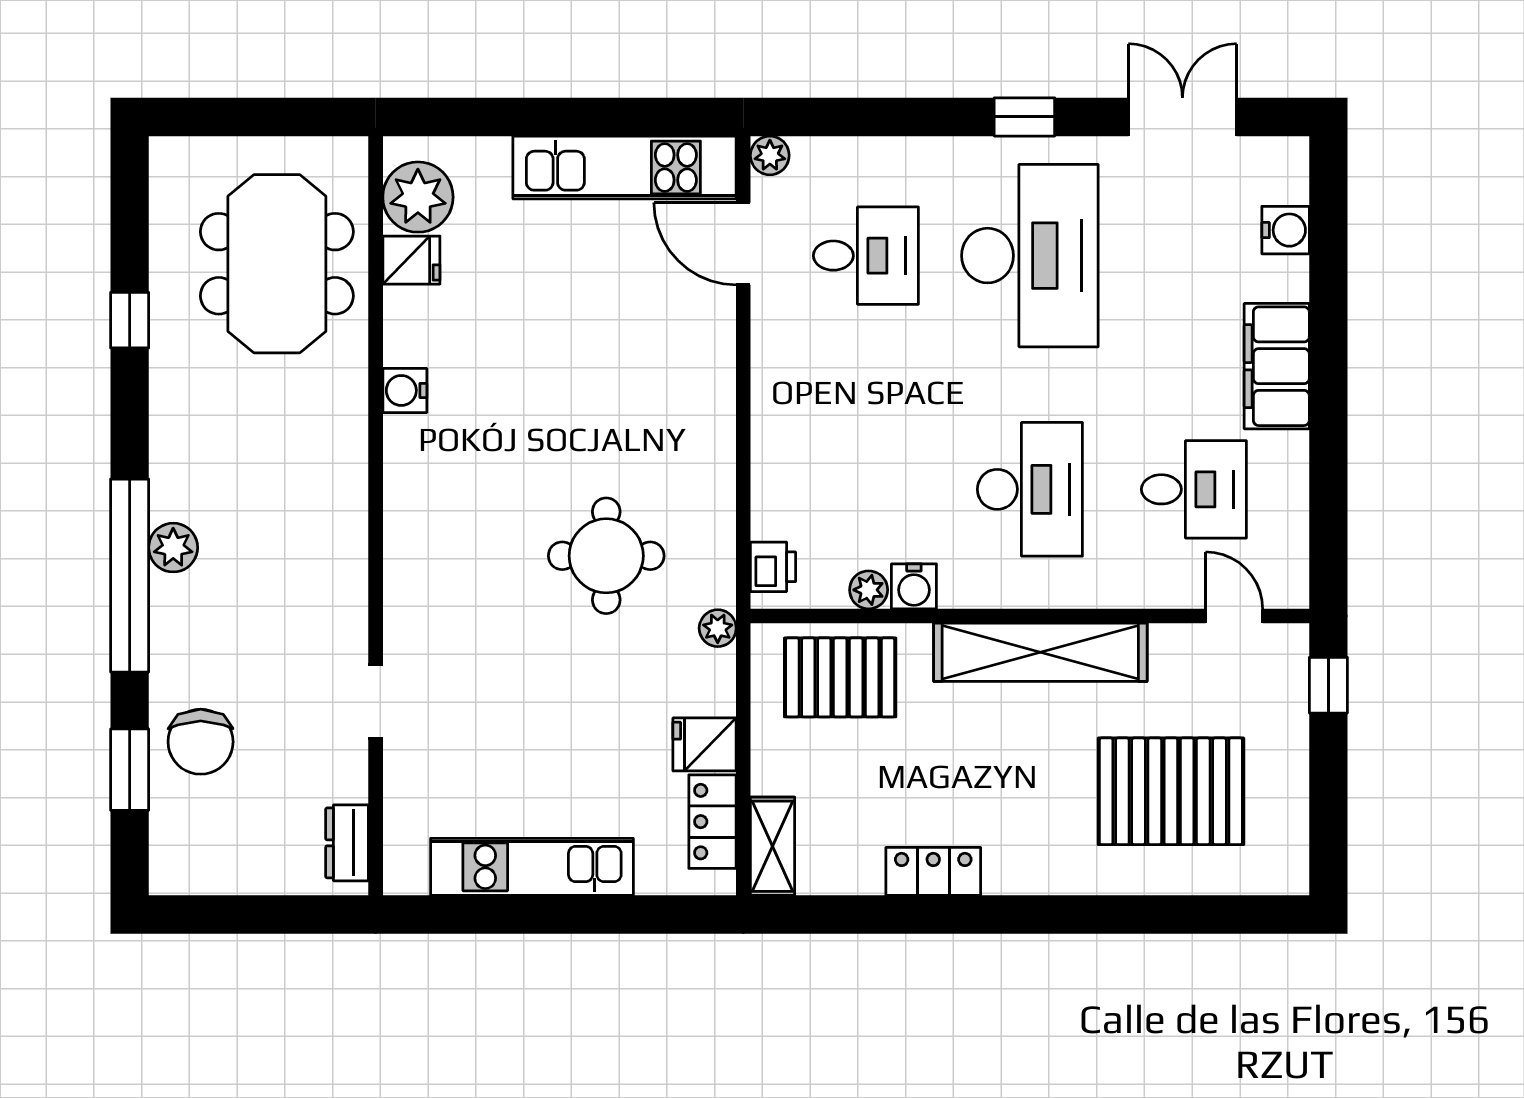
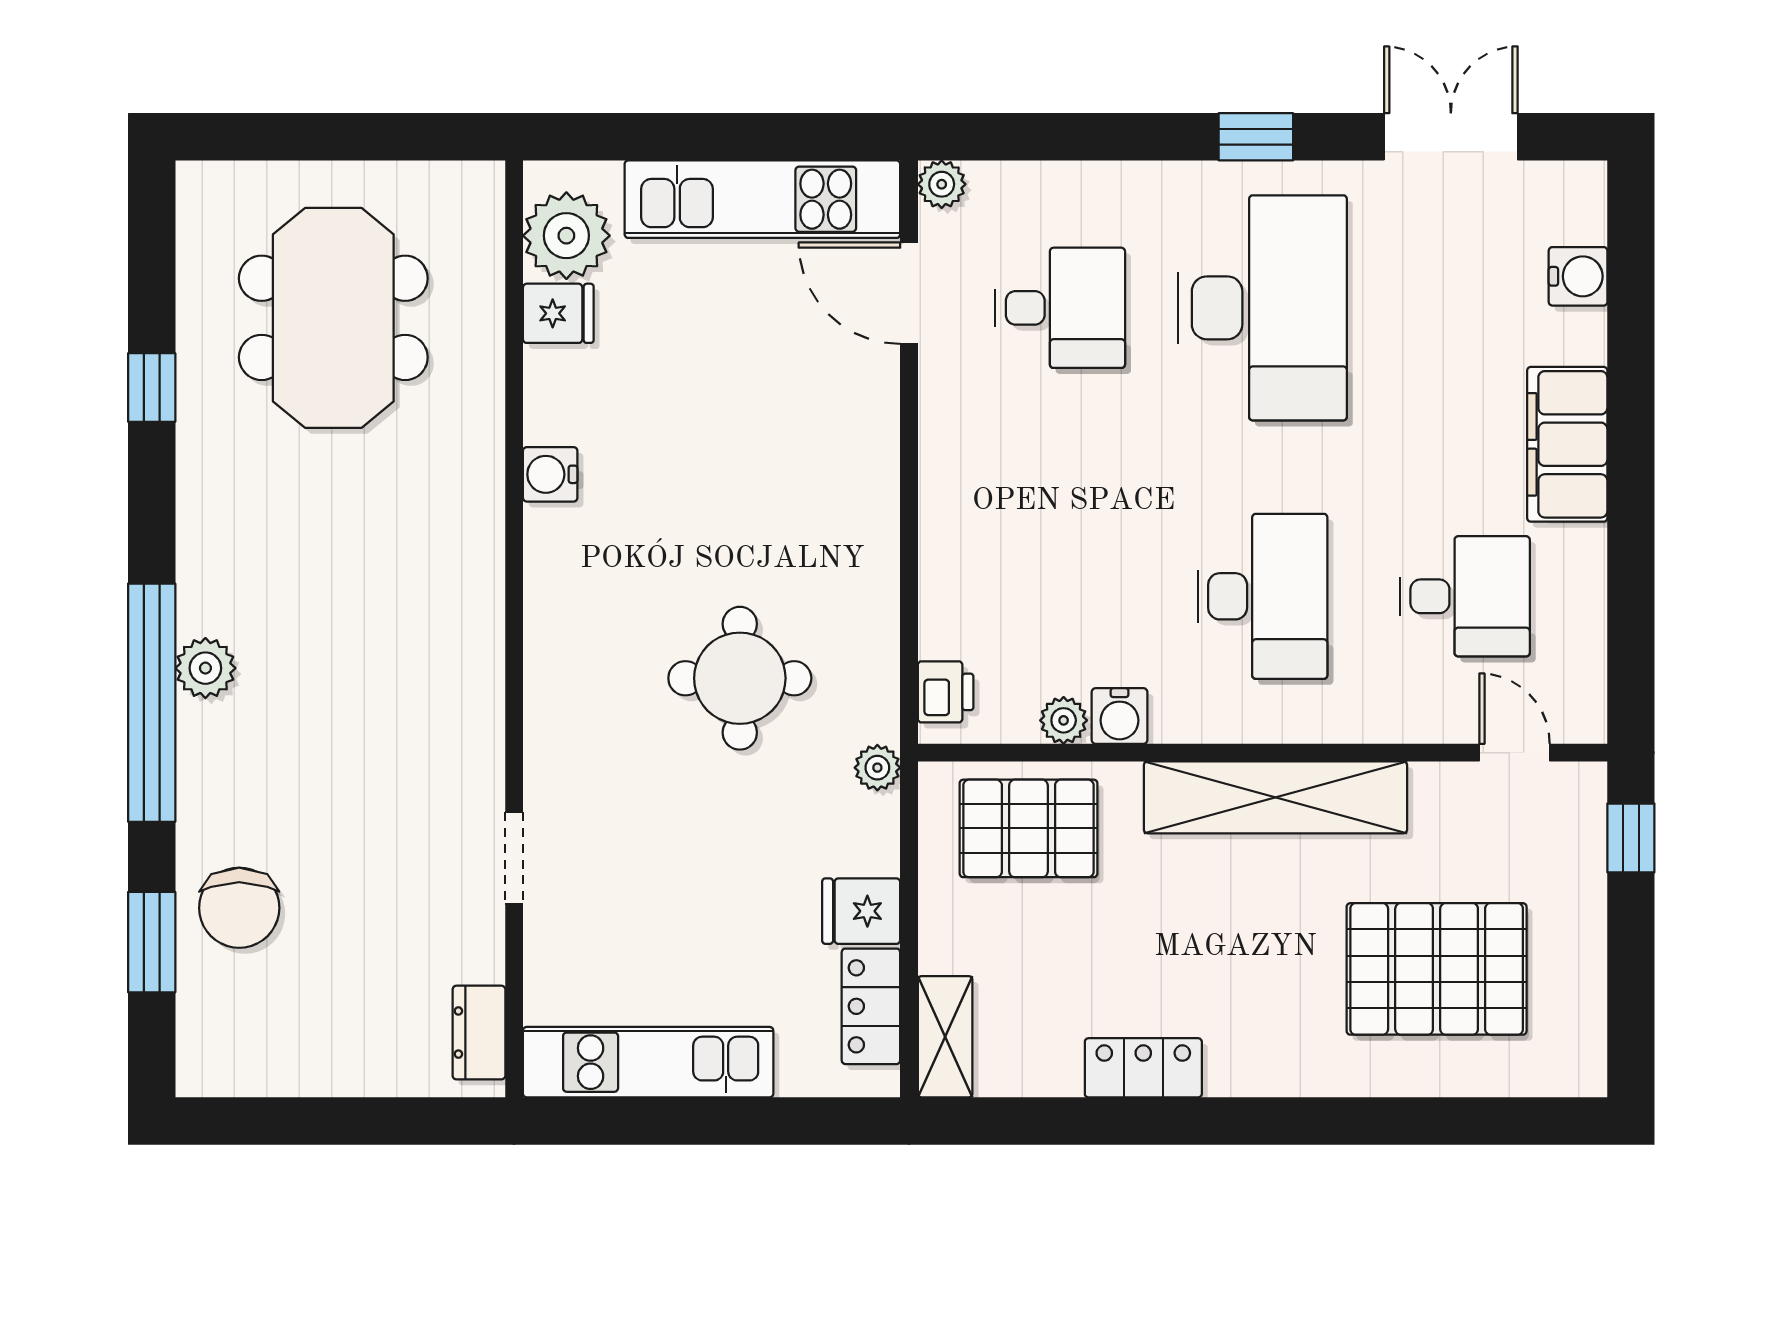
plant: (418, 197) -> (566, 236), moved
fridge: (411, 260) -> (558, 313), moved
water cooler: (405, 390) -> (550, 474), moved
wall: (376, 516) -> (514, 629), moved
doorway: (376, 701) -> (514, 858), moved
dresser: (347, 843) -> (479, 1033), moved

